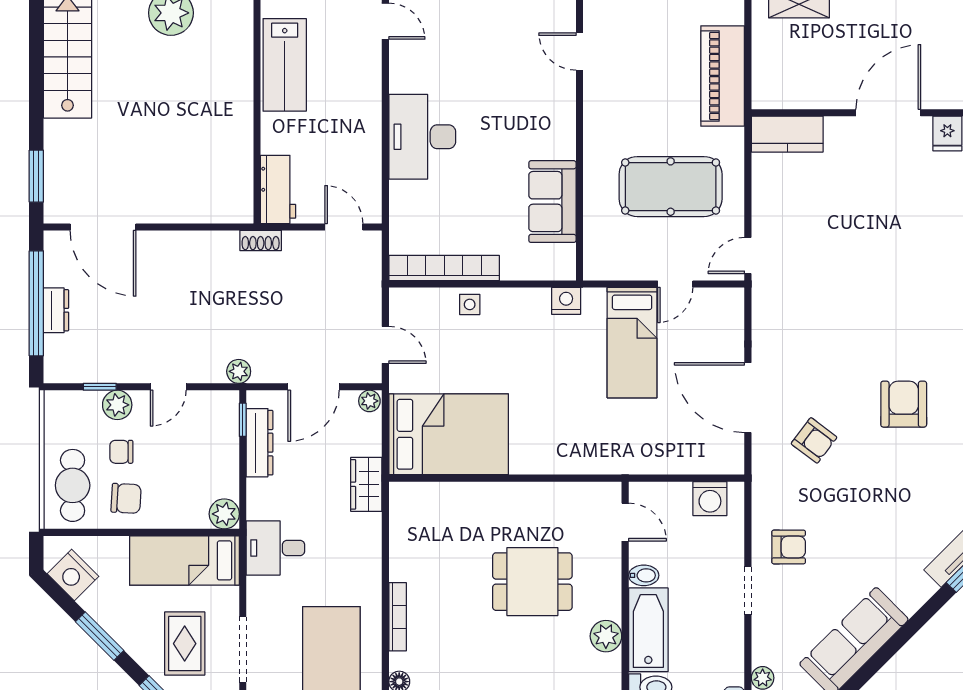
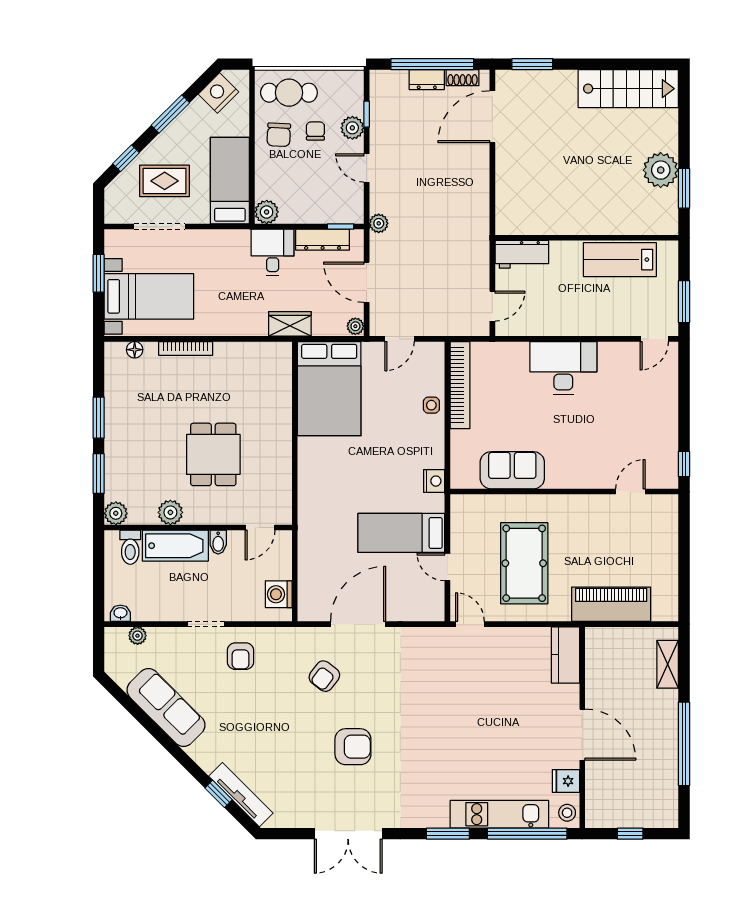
shoe rack: (261, 240) -> (463, 78), moved, turned -90
desk: (275, 548) -> (273, 252), moved

